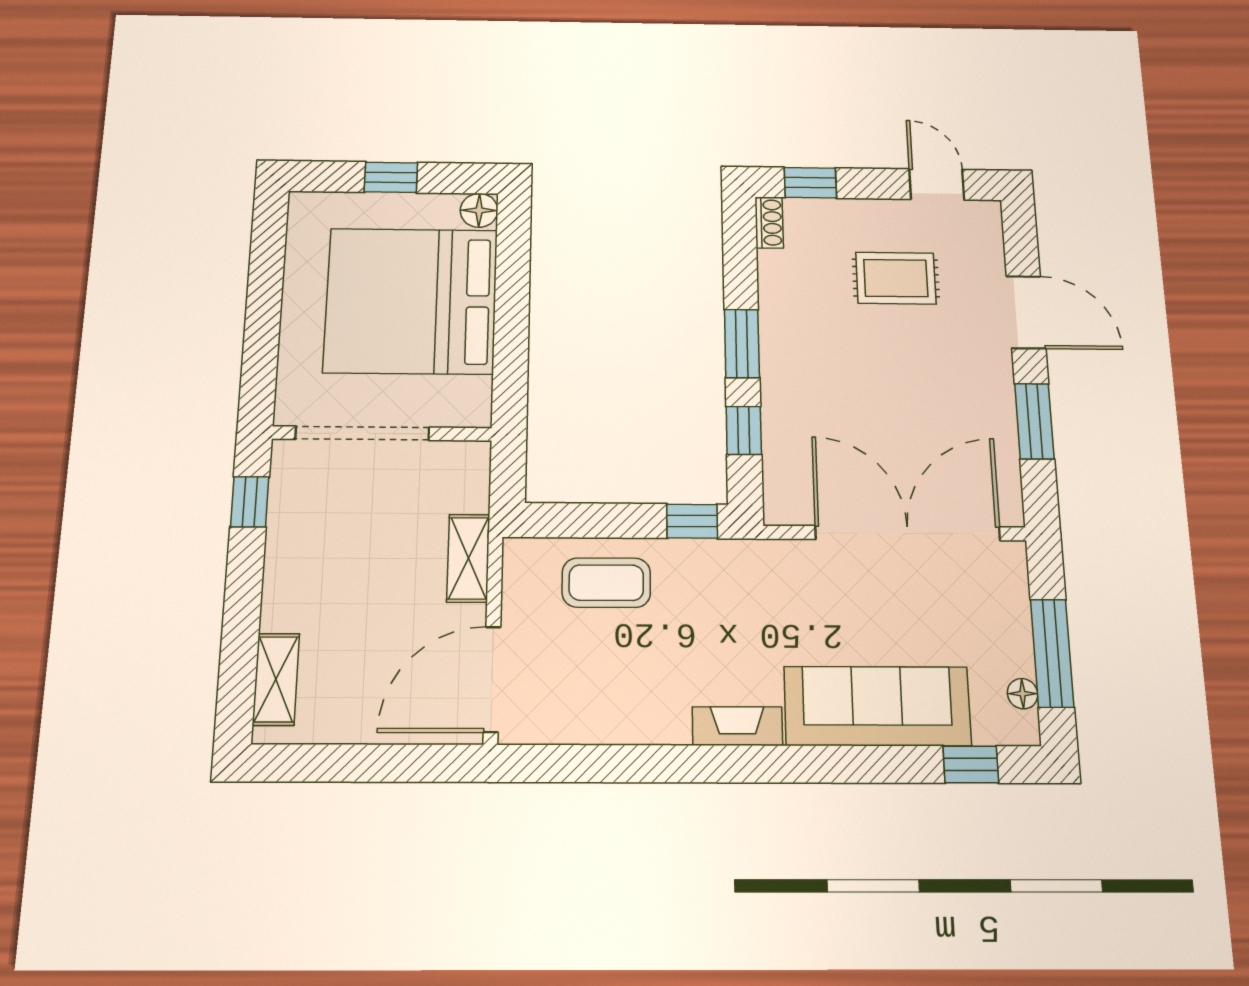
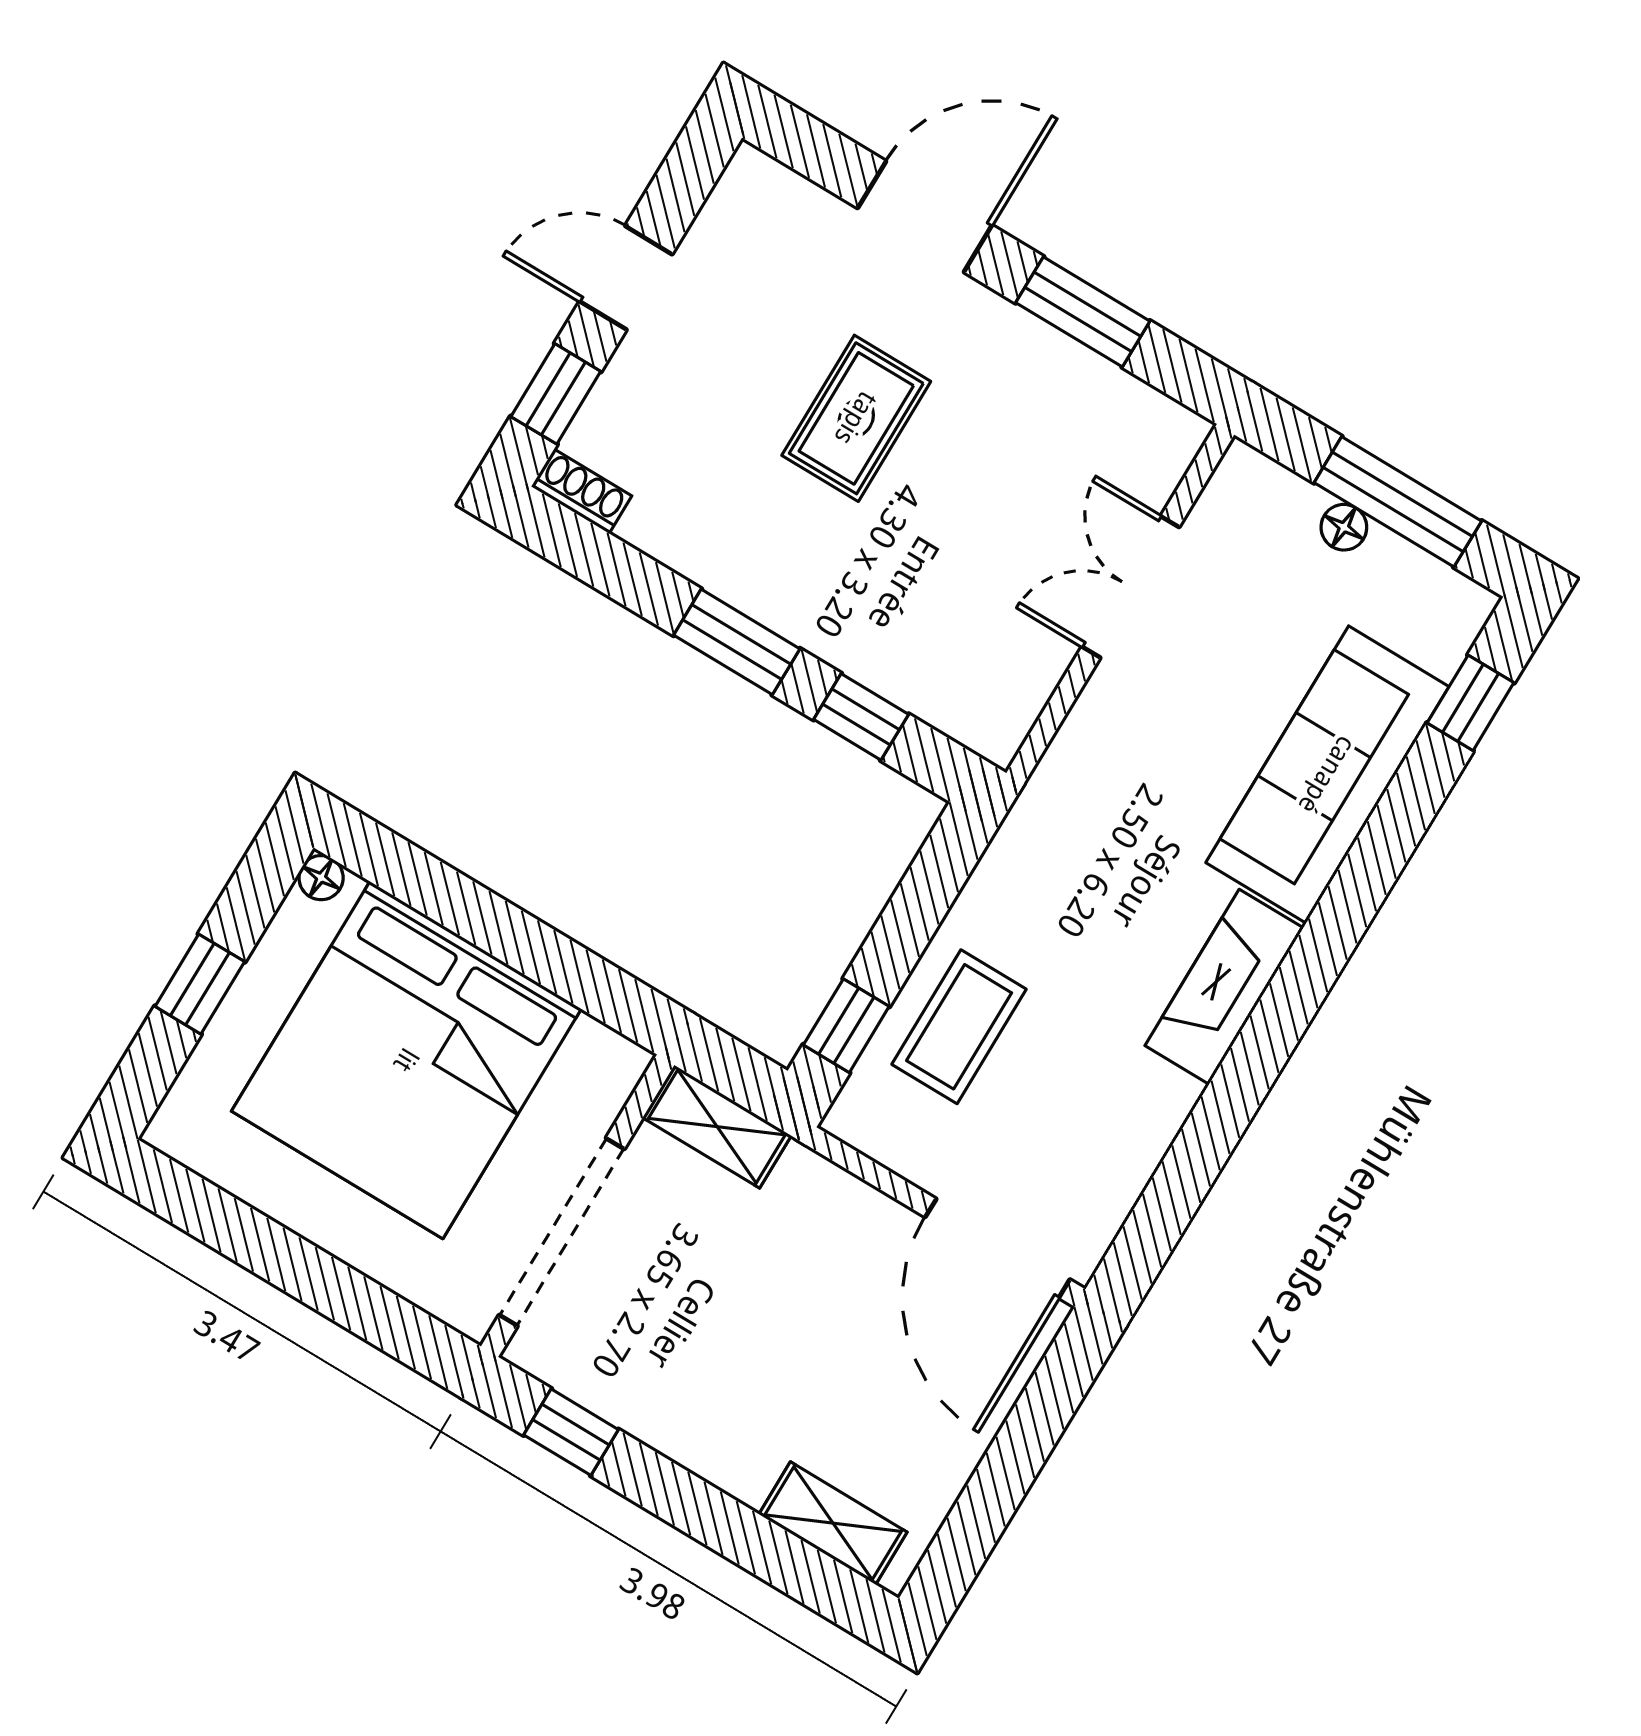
door: (937, 184) -> (626, 278), moved
floor lamp: (479, 210) -> (321, 878), width x0.73, depth x0.73
rug: (896, 278) -> (856, 418), moved
window: (692, 521) -> (846, 1026), moved
double door: (908, 533) -> (1131, 587), width x0.54
shelving: (468, 558) -> (717, 1127), moved
floor lamp: (1023, 694) -> (1344, 527), moved
fireplace: (737, 726) -> (1224, 987), width x1.37, depth x1.32

